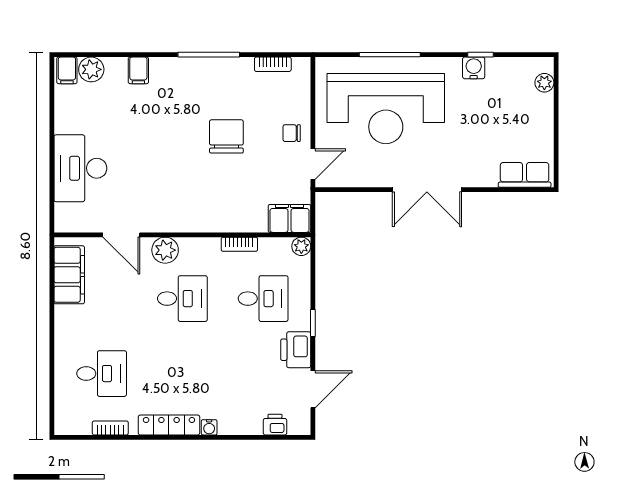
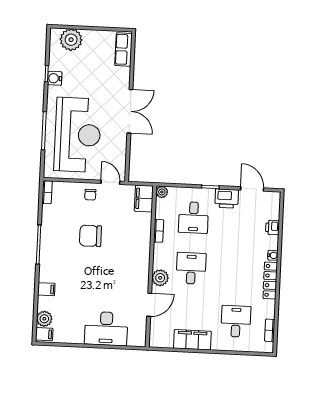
bookcase: (273, 64) -> (47, 192), moved
plant: (544, 83) -> (71, 40), width x1.88, depth x1.88
filing cabinet: (69, 275) -> (192, 340), moved
desk: (263, 299) -> (193, 218), turned 180
printer: (275, 425) -> (272, 227), moved
bookcase: (110, 428) -> (270, 330), moved

